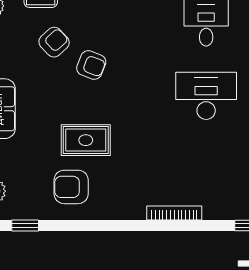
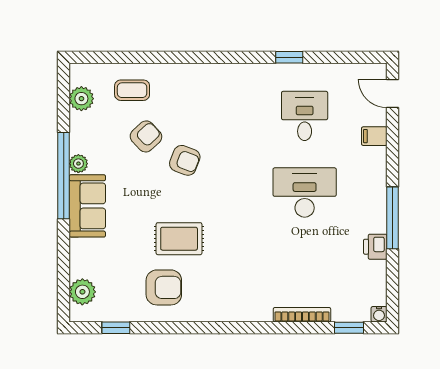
armchair: (71, 187) -> (164, 287), turned 180
bookcase: (174, 213) -> (302, 315), moved

